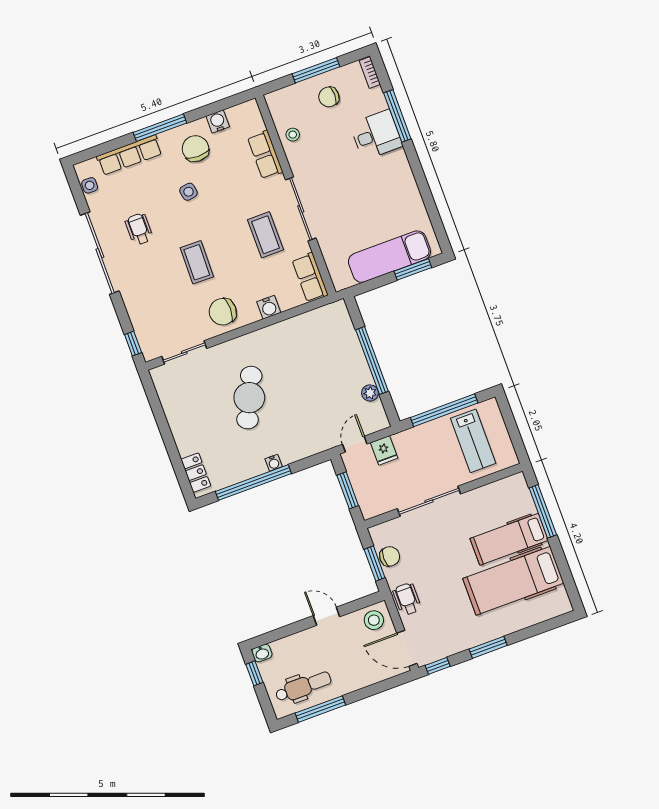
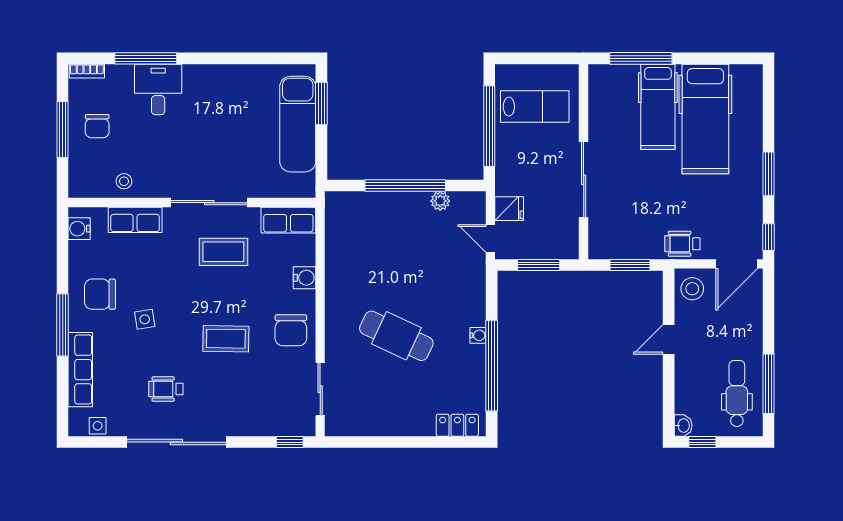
water cooler: (218, 121) -> (79, 229), moved
chair: (390, 556) -> (628, 246), removed

